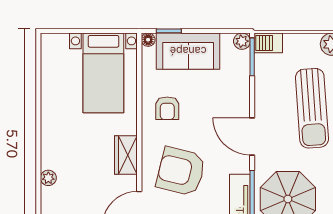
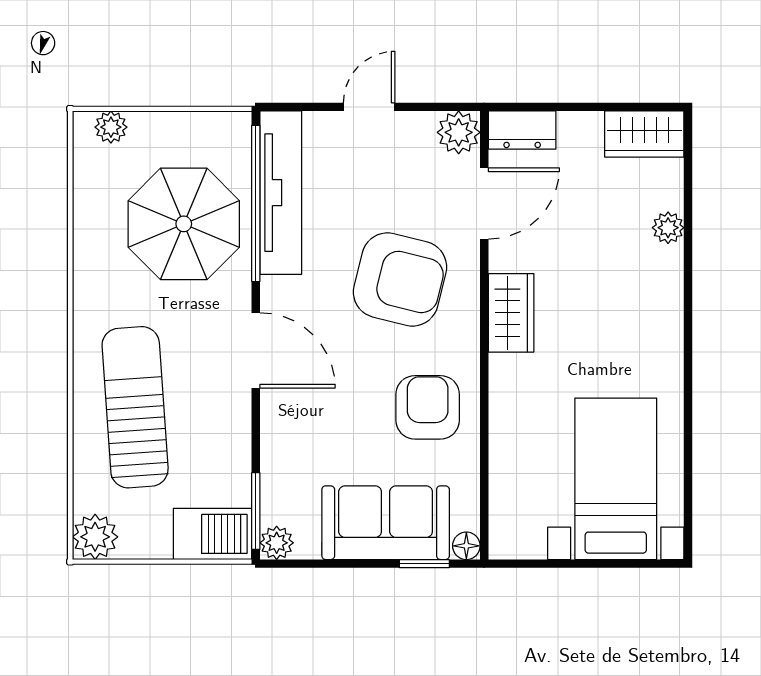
barbecue: (268, 43) -> (213, 534), width x1.38, depth x1.27
bed with nightstands: (103, 73) -> (616, 479), moved
armchair: (167, 108) -> (428, 407), width x1.38, depth x1.38
plant: (48, 178) -> (668, 228), moved

